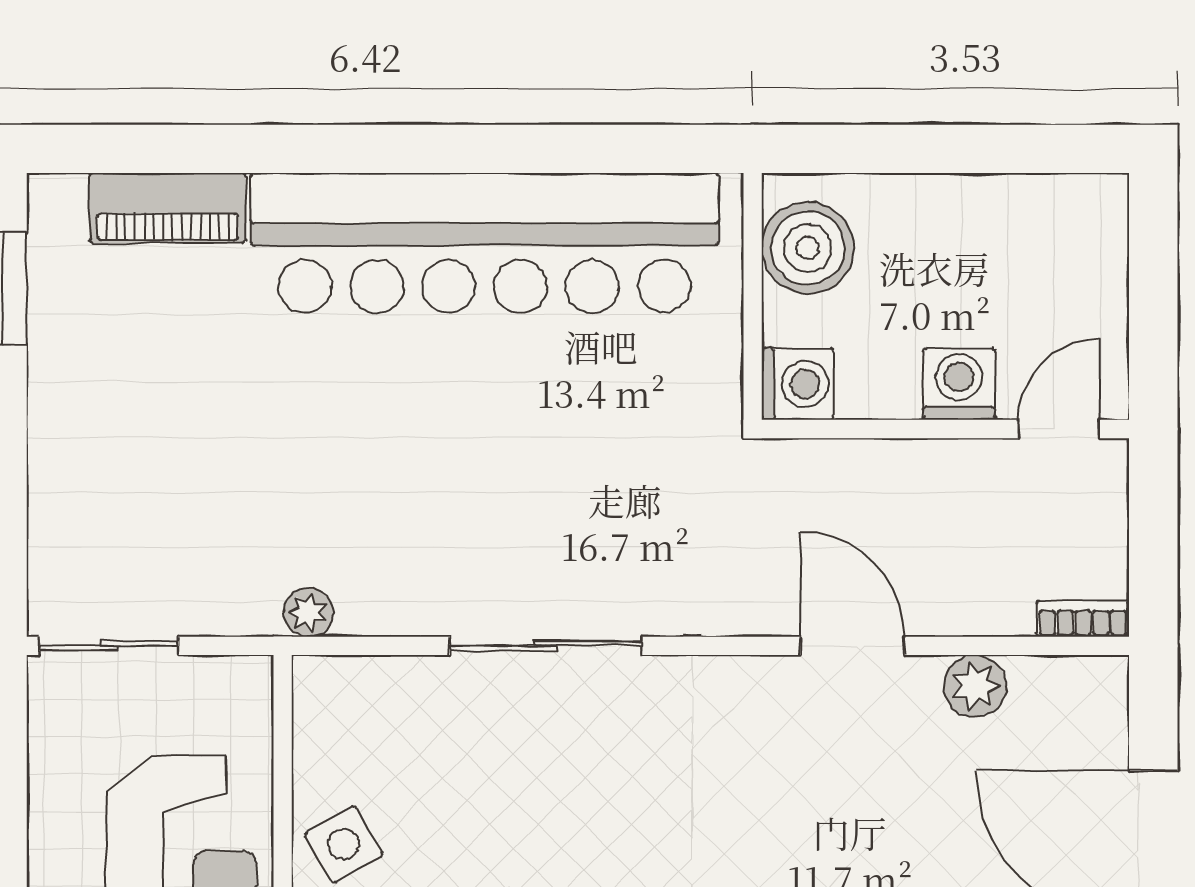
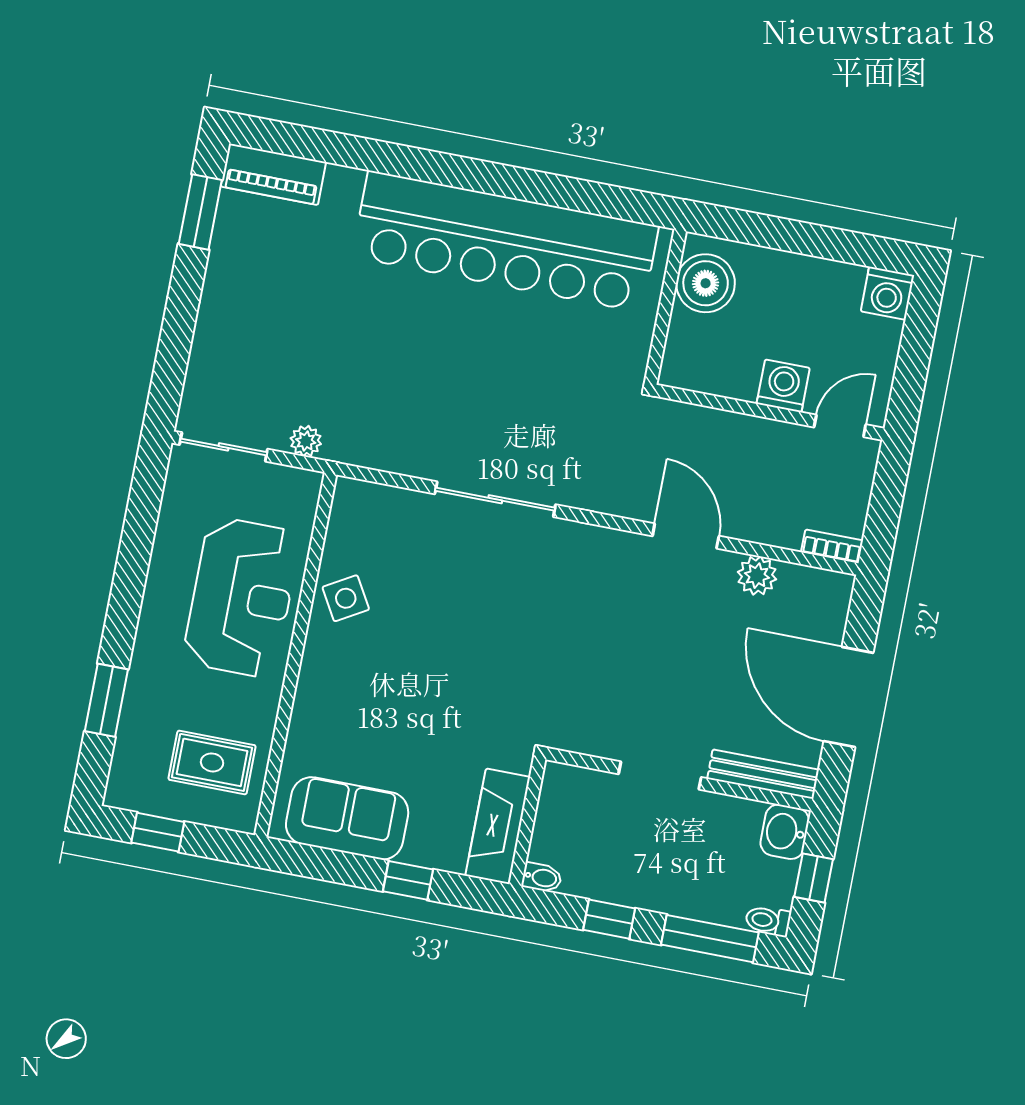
piano: (168, 208) -> (273, 174), moved
washing machine: (798, 384) -> (887, 293), moved, turned 90
plant: (308, 612) -> (306, 441), moved

